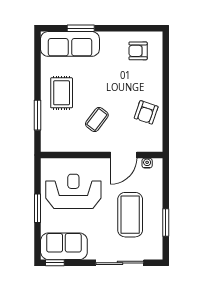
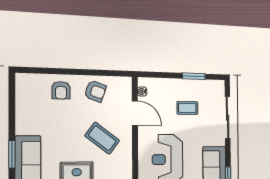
armchair: (138, 51) -> (61, 90), moved
coffee table: (97, 120) -> (102, 138), width x1.36, depth x1.30
coffee table: (130, 215) -> (187, 108), width x0.54, depth x0.58

